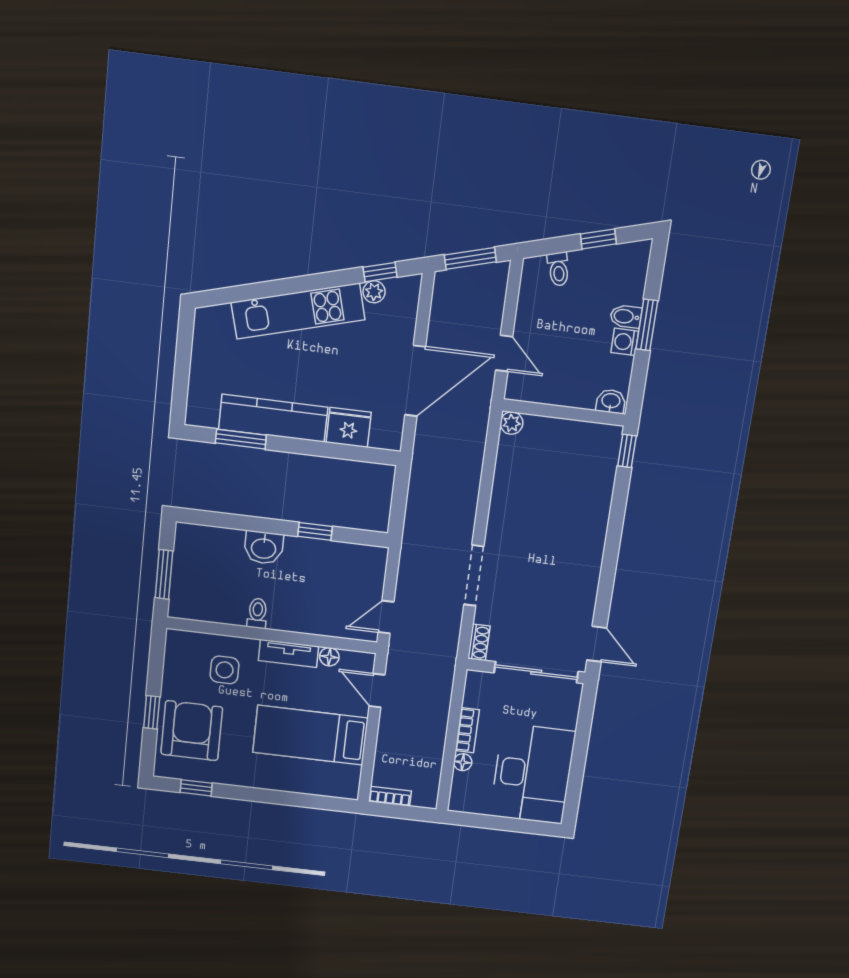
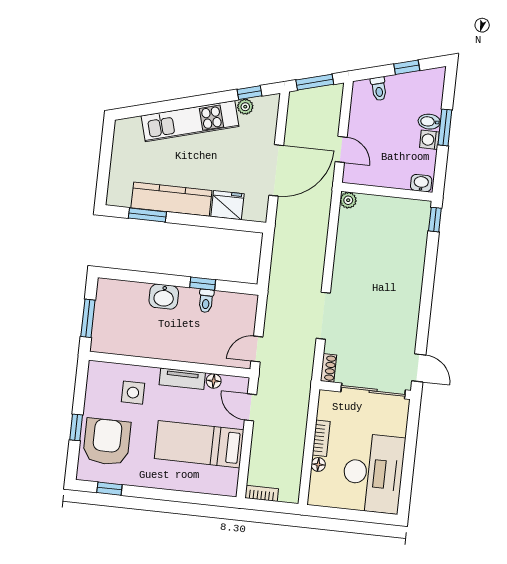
toilet: (257, 613) -> (206, 301), moved, turned 180

